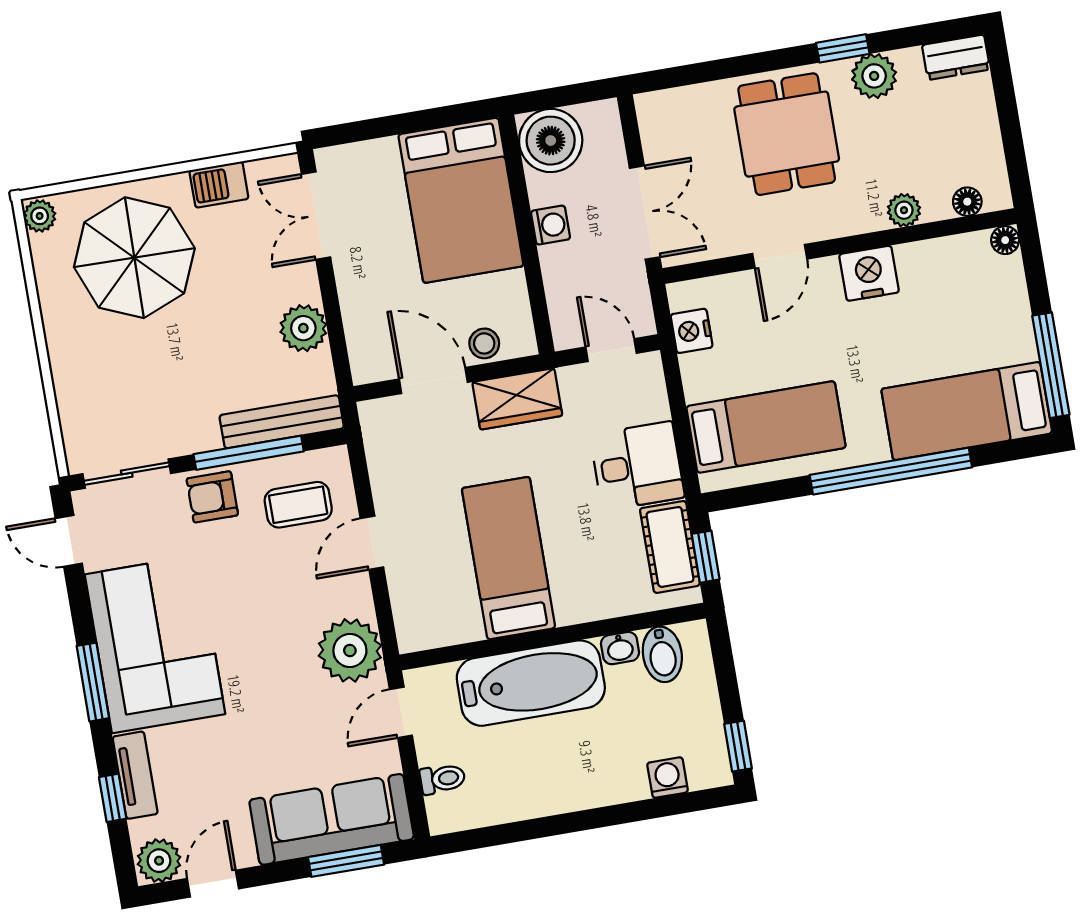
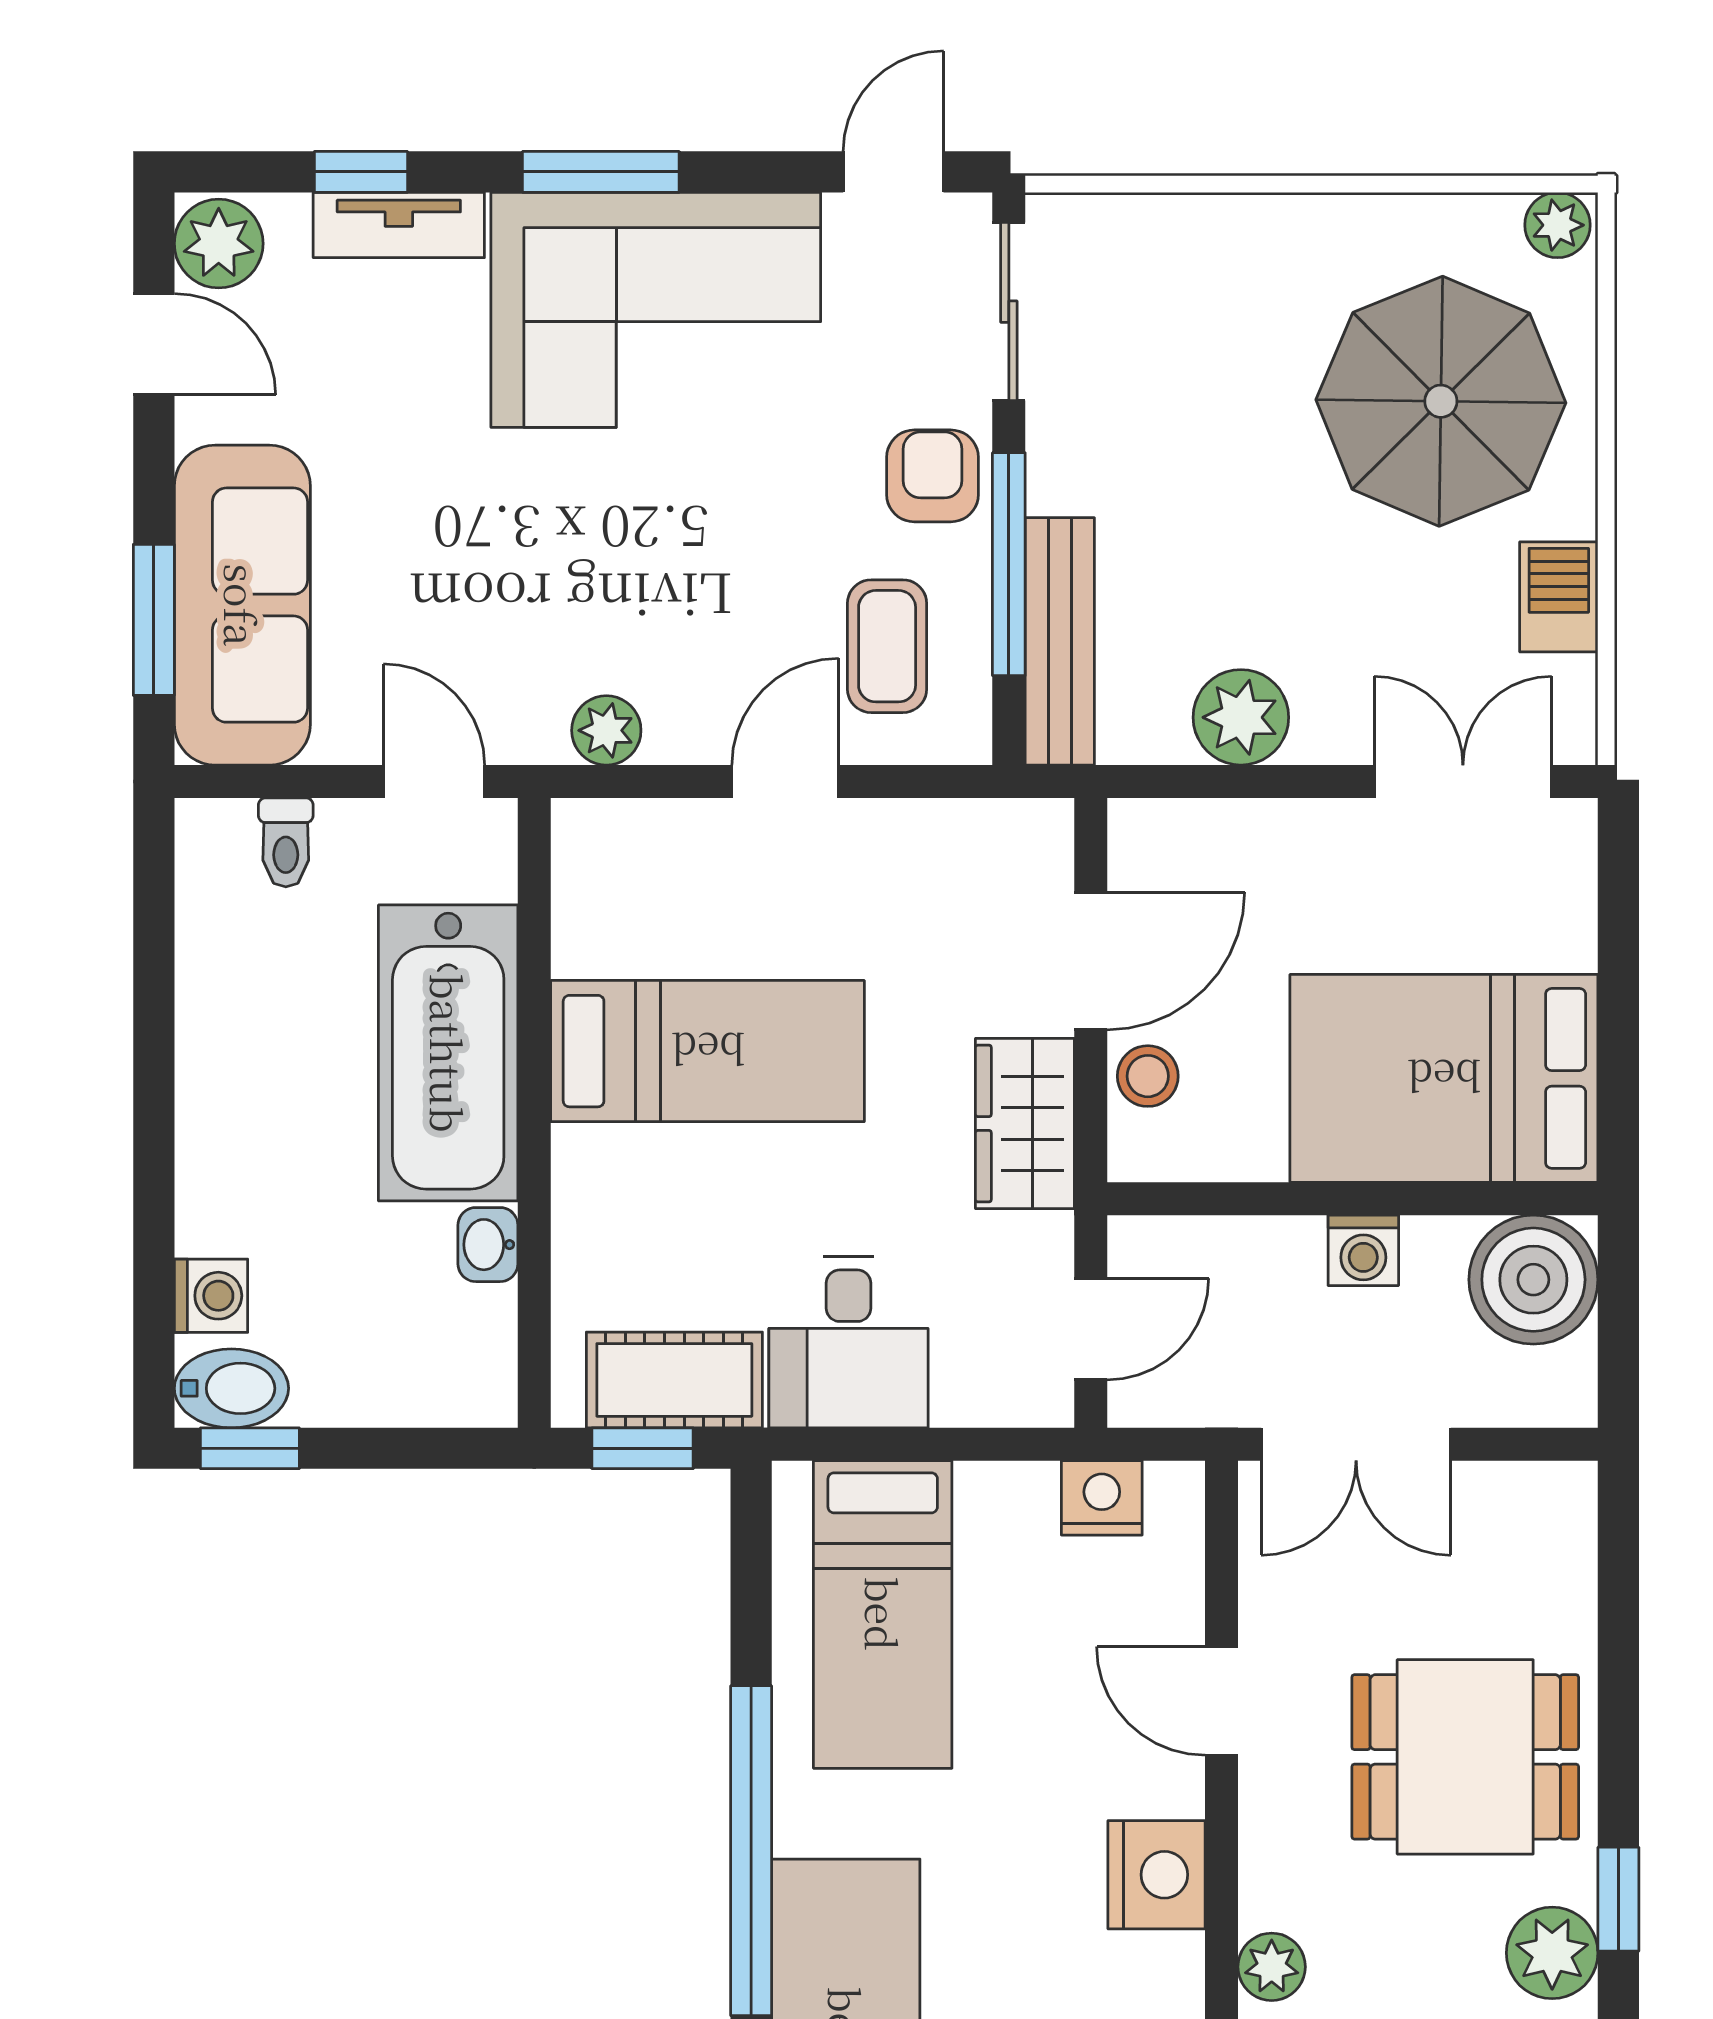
door: (372, 543) -> (785, 781), hinge flipped
plant: (350, 650) -> (606, 730), width x0.53, depth x0.53
bidet: (662, 654) -> (231, 1388), moved, turned 180

